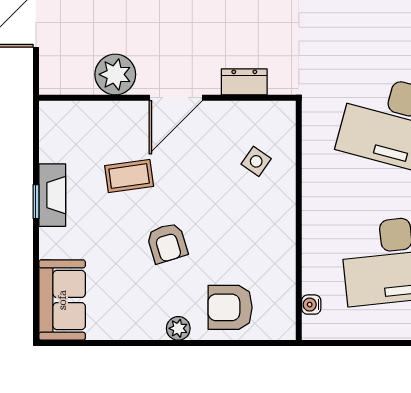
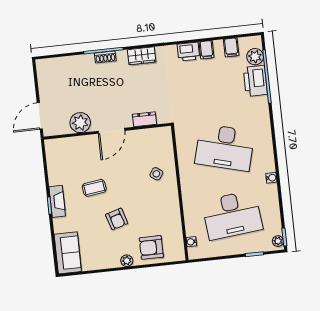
plant: (115, 74) -> (80, 123), moved
dresser: (244, 82) -> (144, 119), moved
wall: (167, 98) -> (107, 131), moved
door: (176, 98) -> (111, 131), moved

